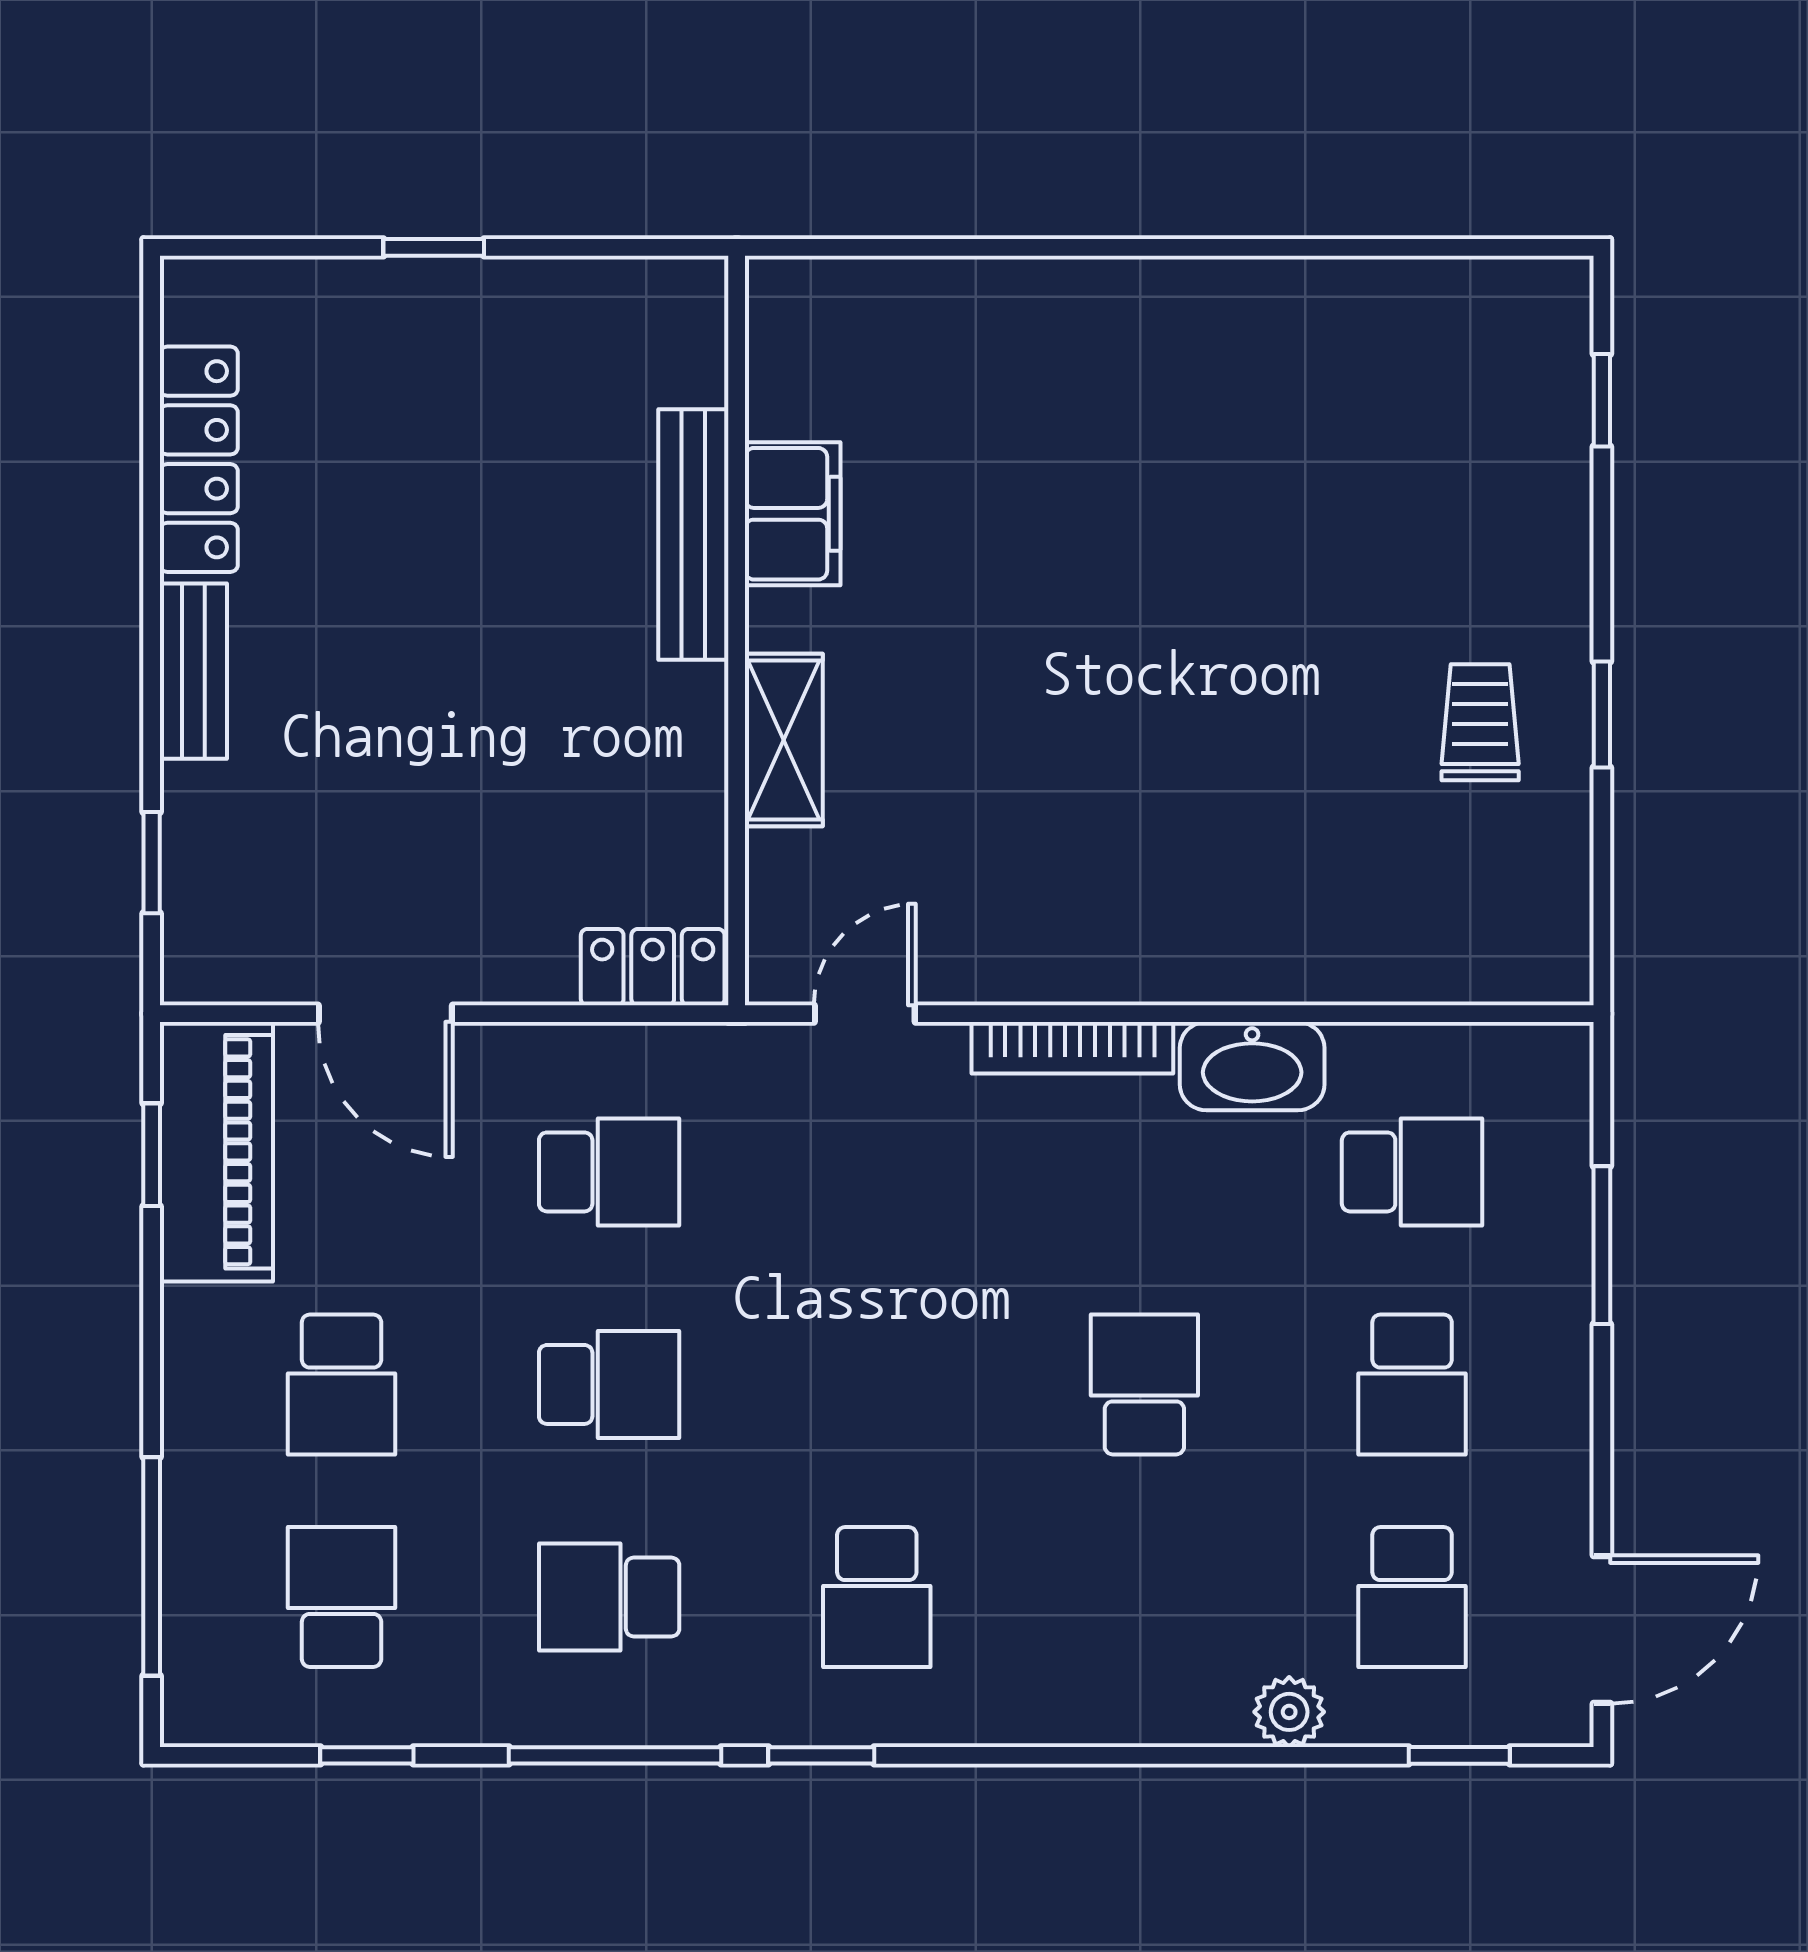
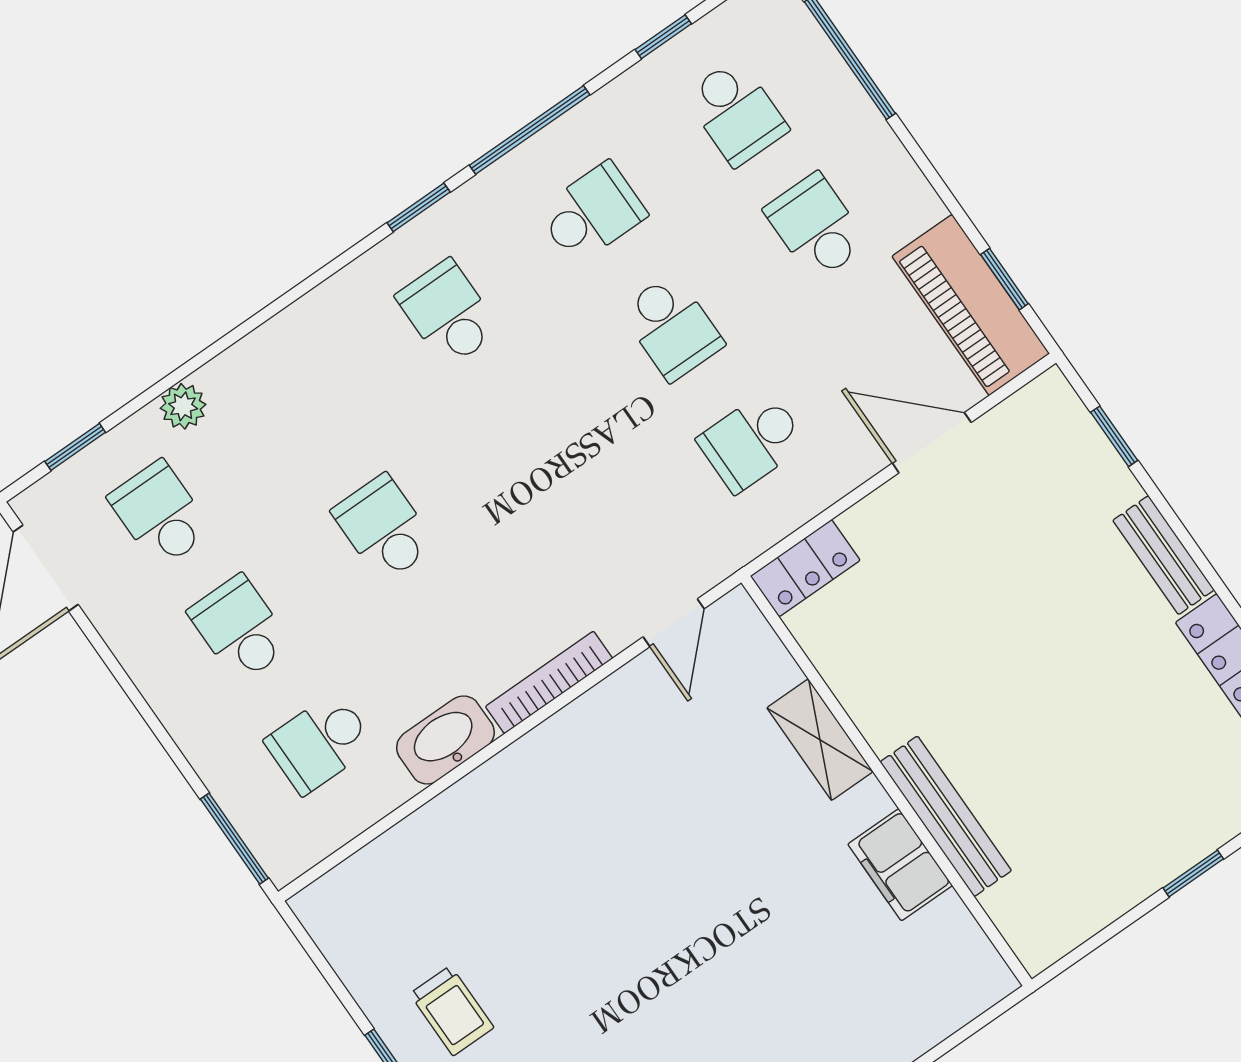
window: (1602, 1245) -> (234, 839), moved
school desk: (609, 1384) -> (672, 327), turned -90
school desk: (1144, 1384) -> (384, 528), turned 180

